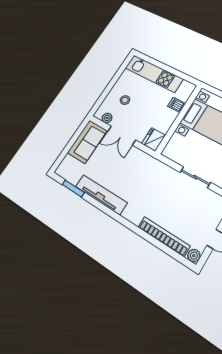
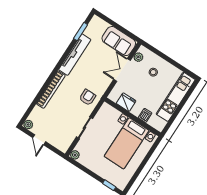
fridge: (154, 139) -> (126, 102), moved
armchair: (155, 176) -> (87, 97), added
bookcase: (164, 236) -> (51, 90), moved

